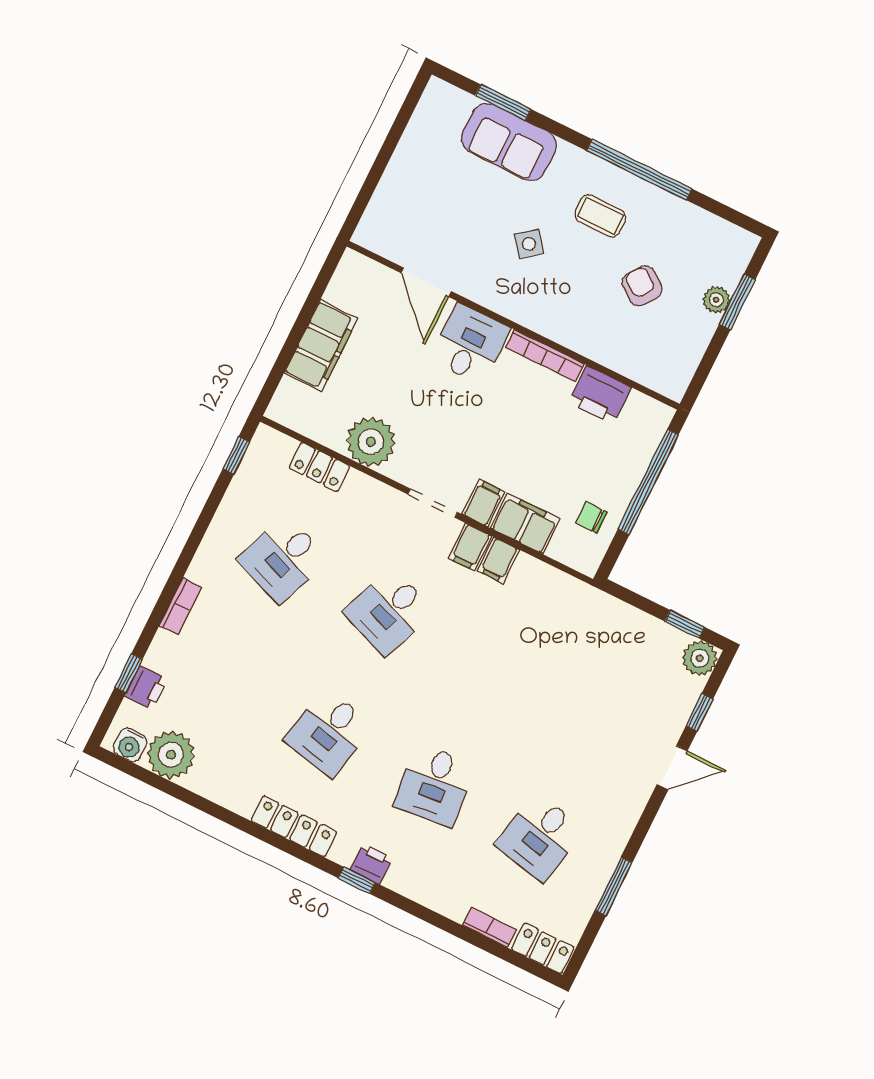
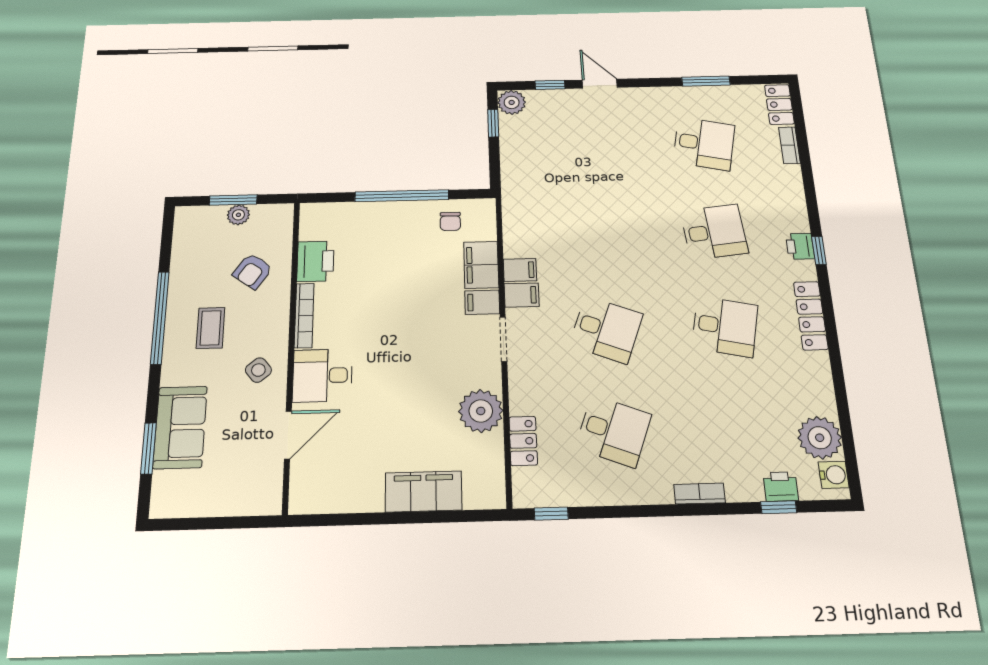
door: (426, 282) -> (288, 435), moved
wall: (513, 325) -> (291, 351), moved
desk: (470, 344) -> (322, 375), moved
bookcase: (545, 356) -> (304, 315), moved
printer: (600, 395) -> (315, 261), moved

